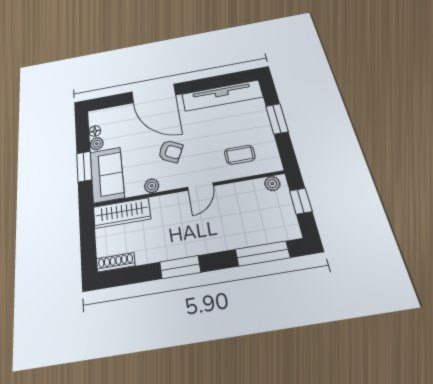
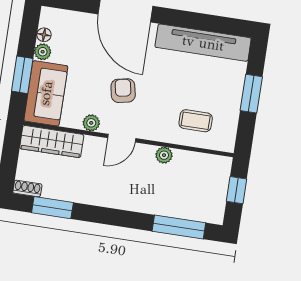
armchair: (171, 151) -> (123, 91), turned -128
plant: (272, 184) -> (164, 155), moved
door: (200, 187) -> (122, 138), moved
shoe rack: (116, 262) -> (27, 189), width x0.70
window: (180, 267) -> (52, 208), moved

